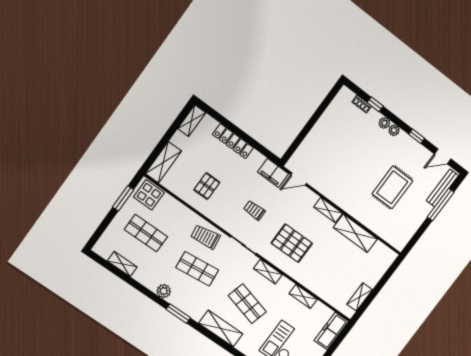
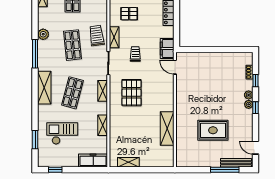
window: (417, 136) -> (256, 108), moved
shelving: (328, 210) -> (114, 37), moved
window: (178, 314) -> (35, 54), width x1.44

